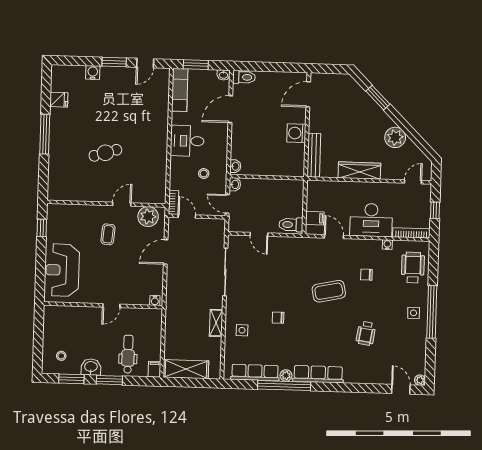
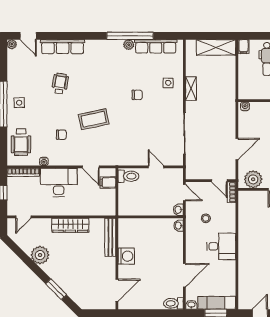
exam couch: (180, 90) -> (217, 303), moved, turned 90
row of seats: (318, 374) -> (63, 47), moved

